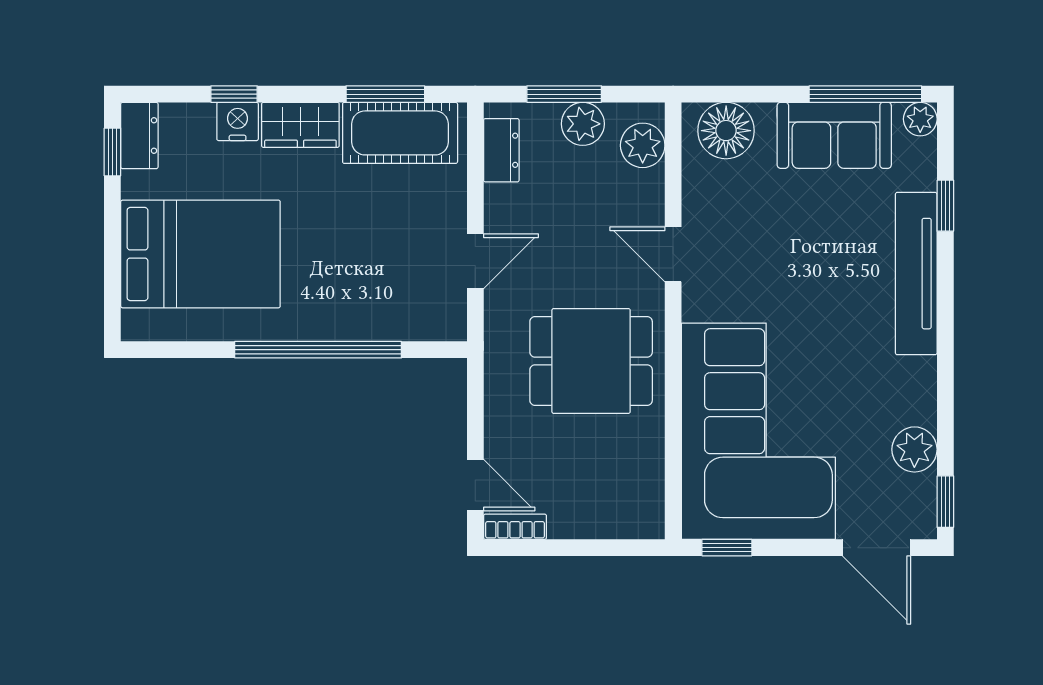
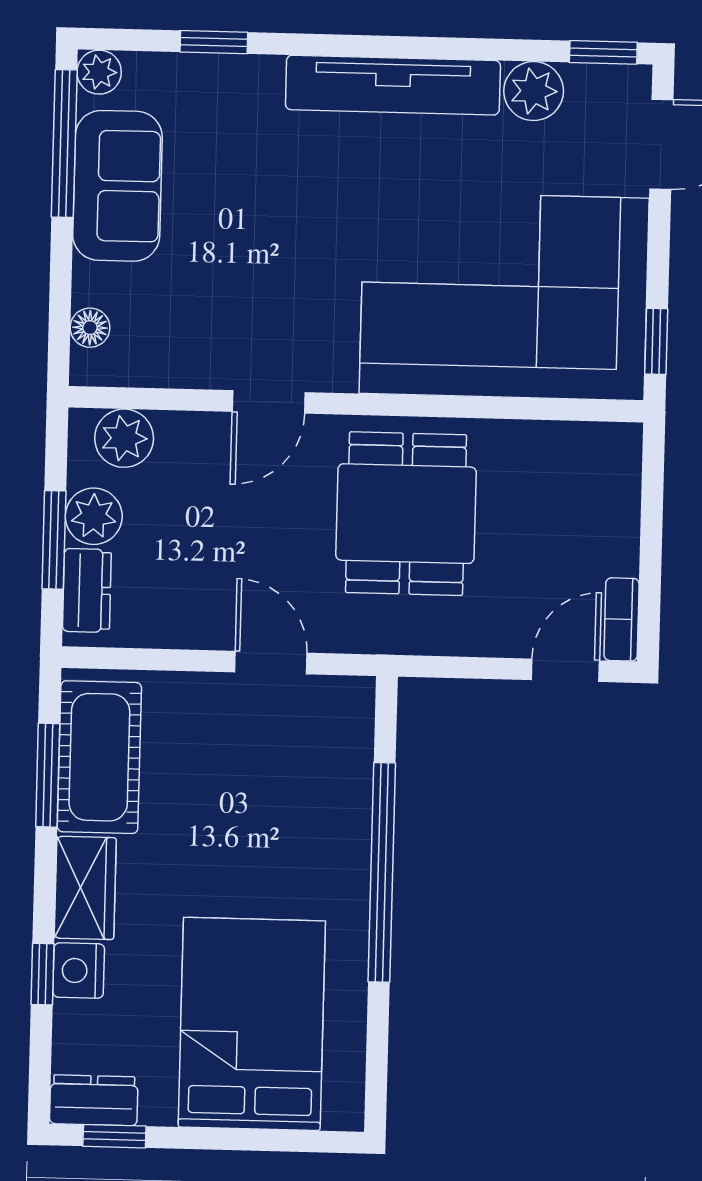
floor lamp: (726, 131) -> (90, 328), width x0.53, depth x0.53
dresser: (501, 150) -> (87, 590), moved, turned 90
tv unit: (916, 274) -> (393, 85), moved

